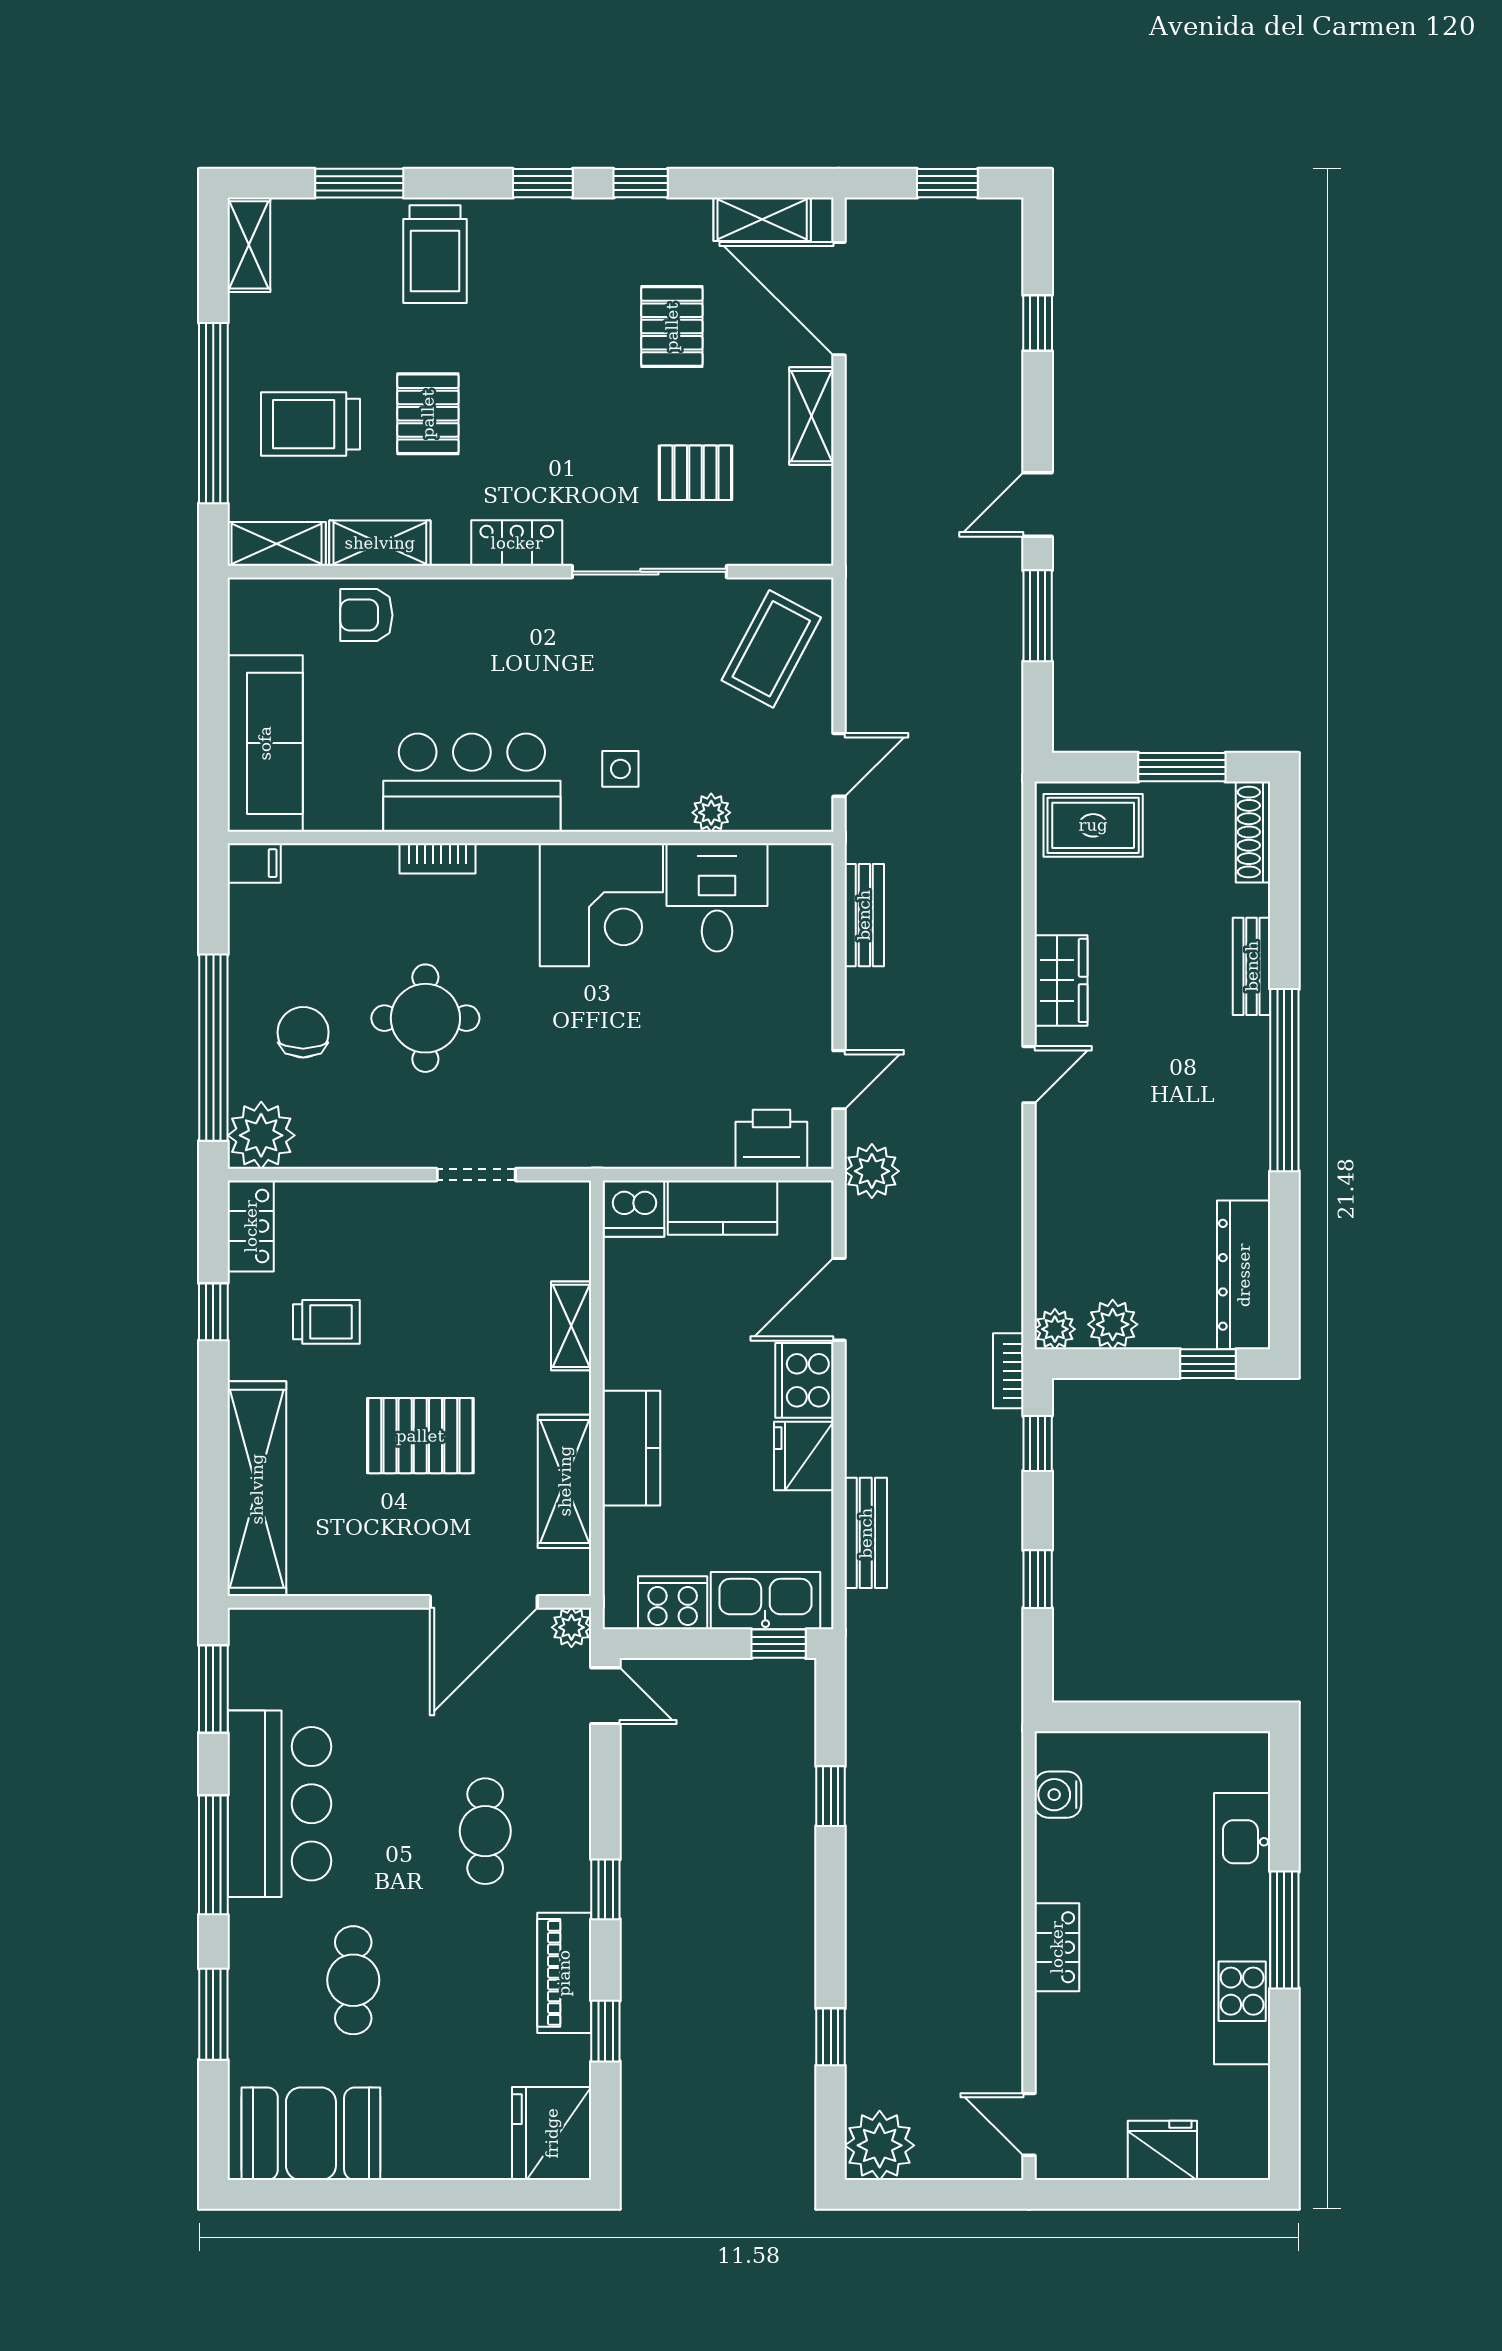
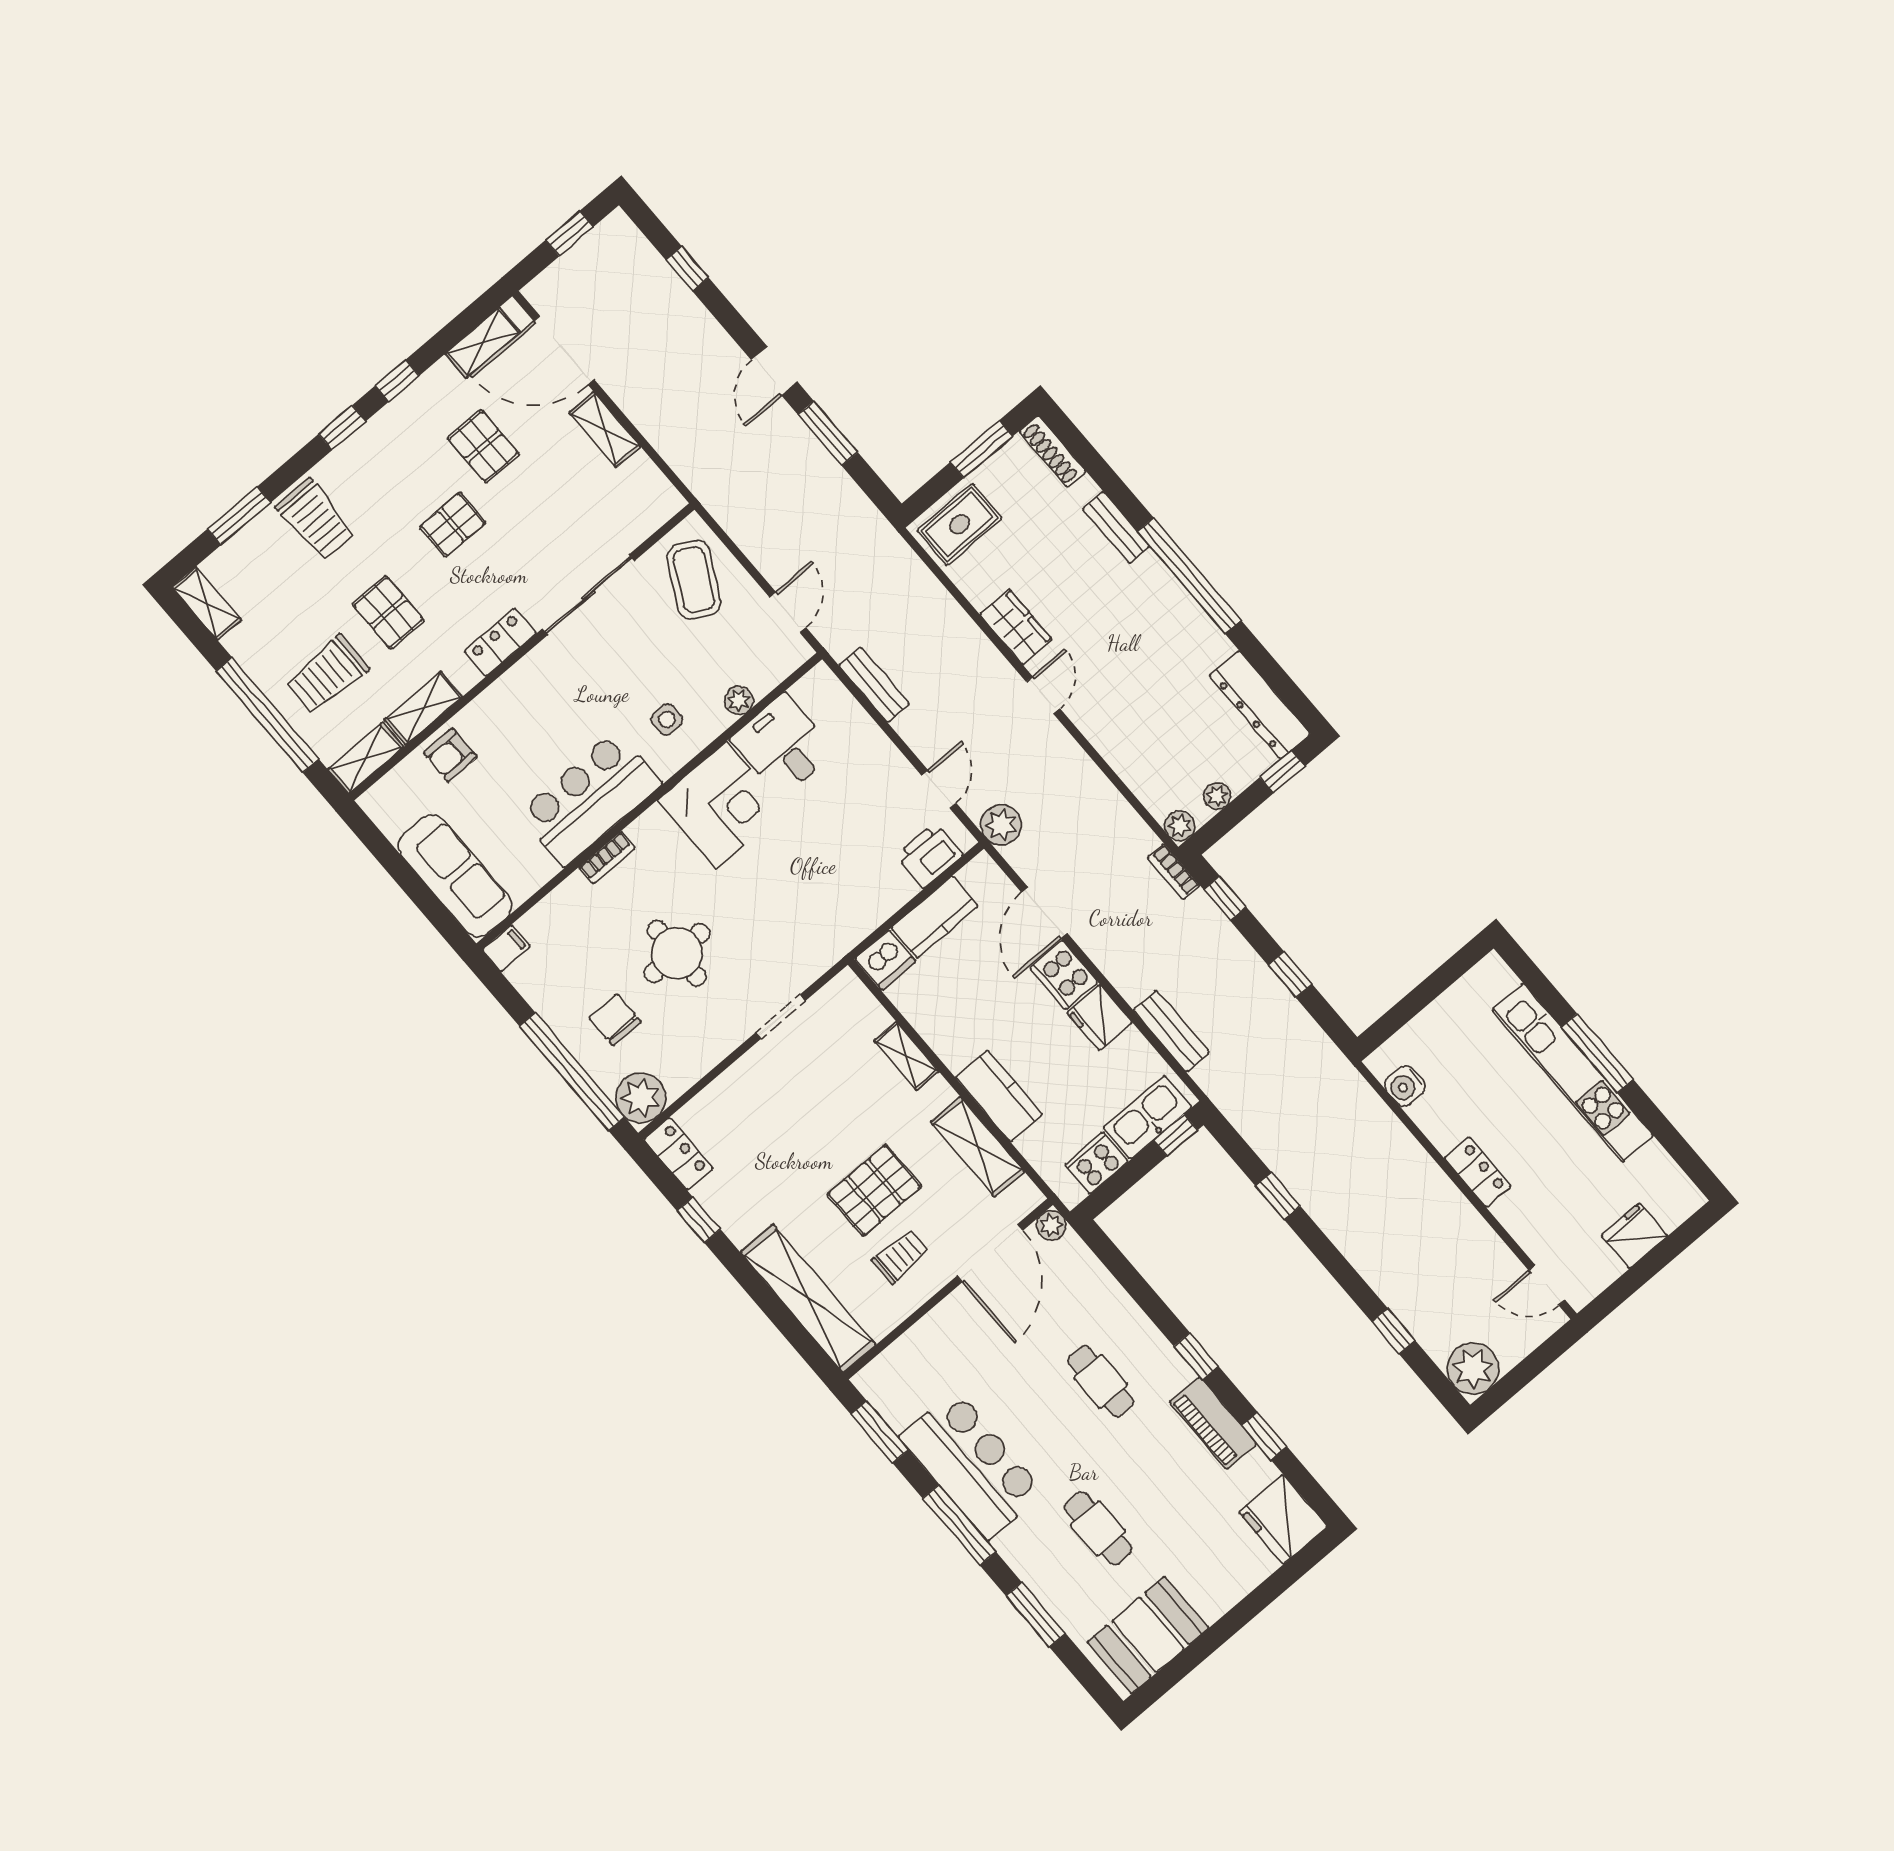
pallet: (695, 473) -> (453, 525), moved
trolley: (326, 1322) -> (901, 1256), moved
plant: (1113, 1324) -> (1217, 796), width x0.73, depth x0.73
door: (605, 1696) -> (1103, 1248), removed

